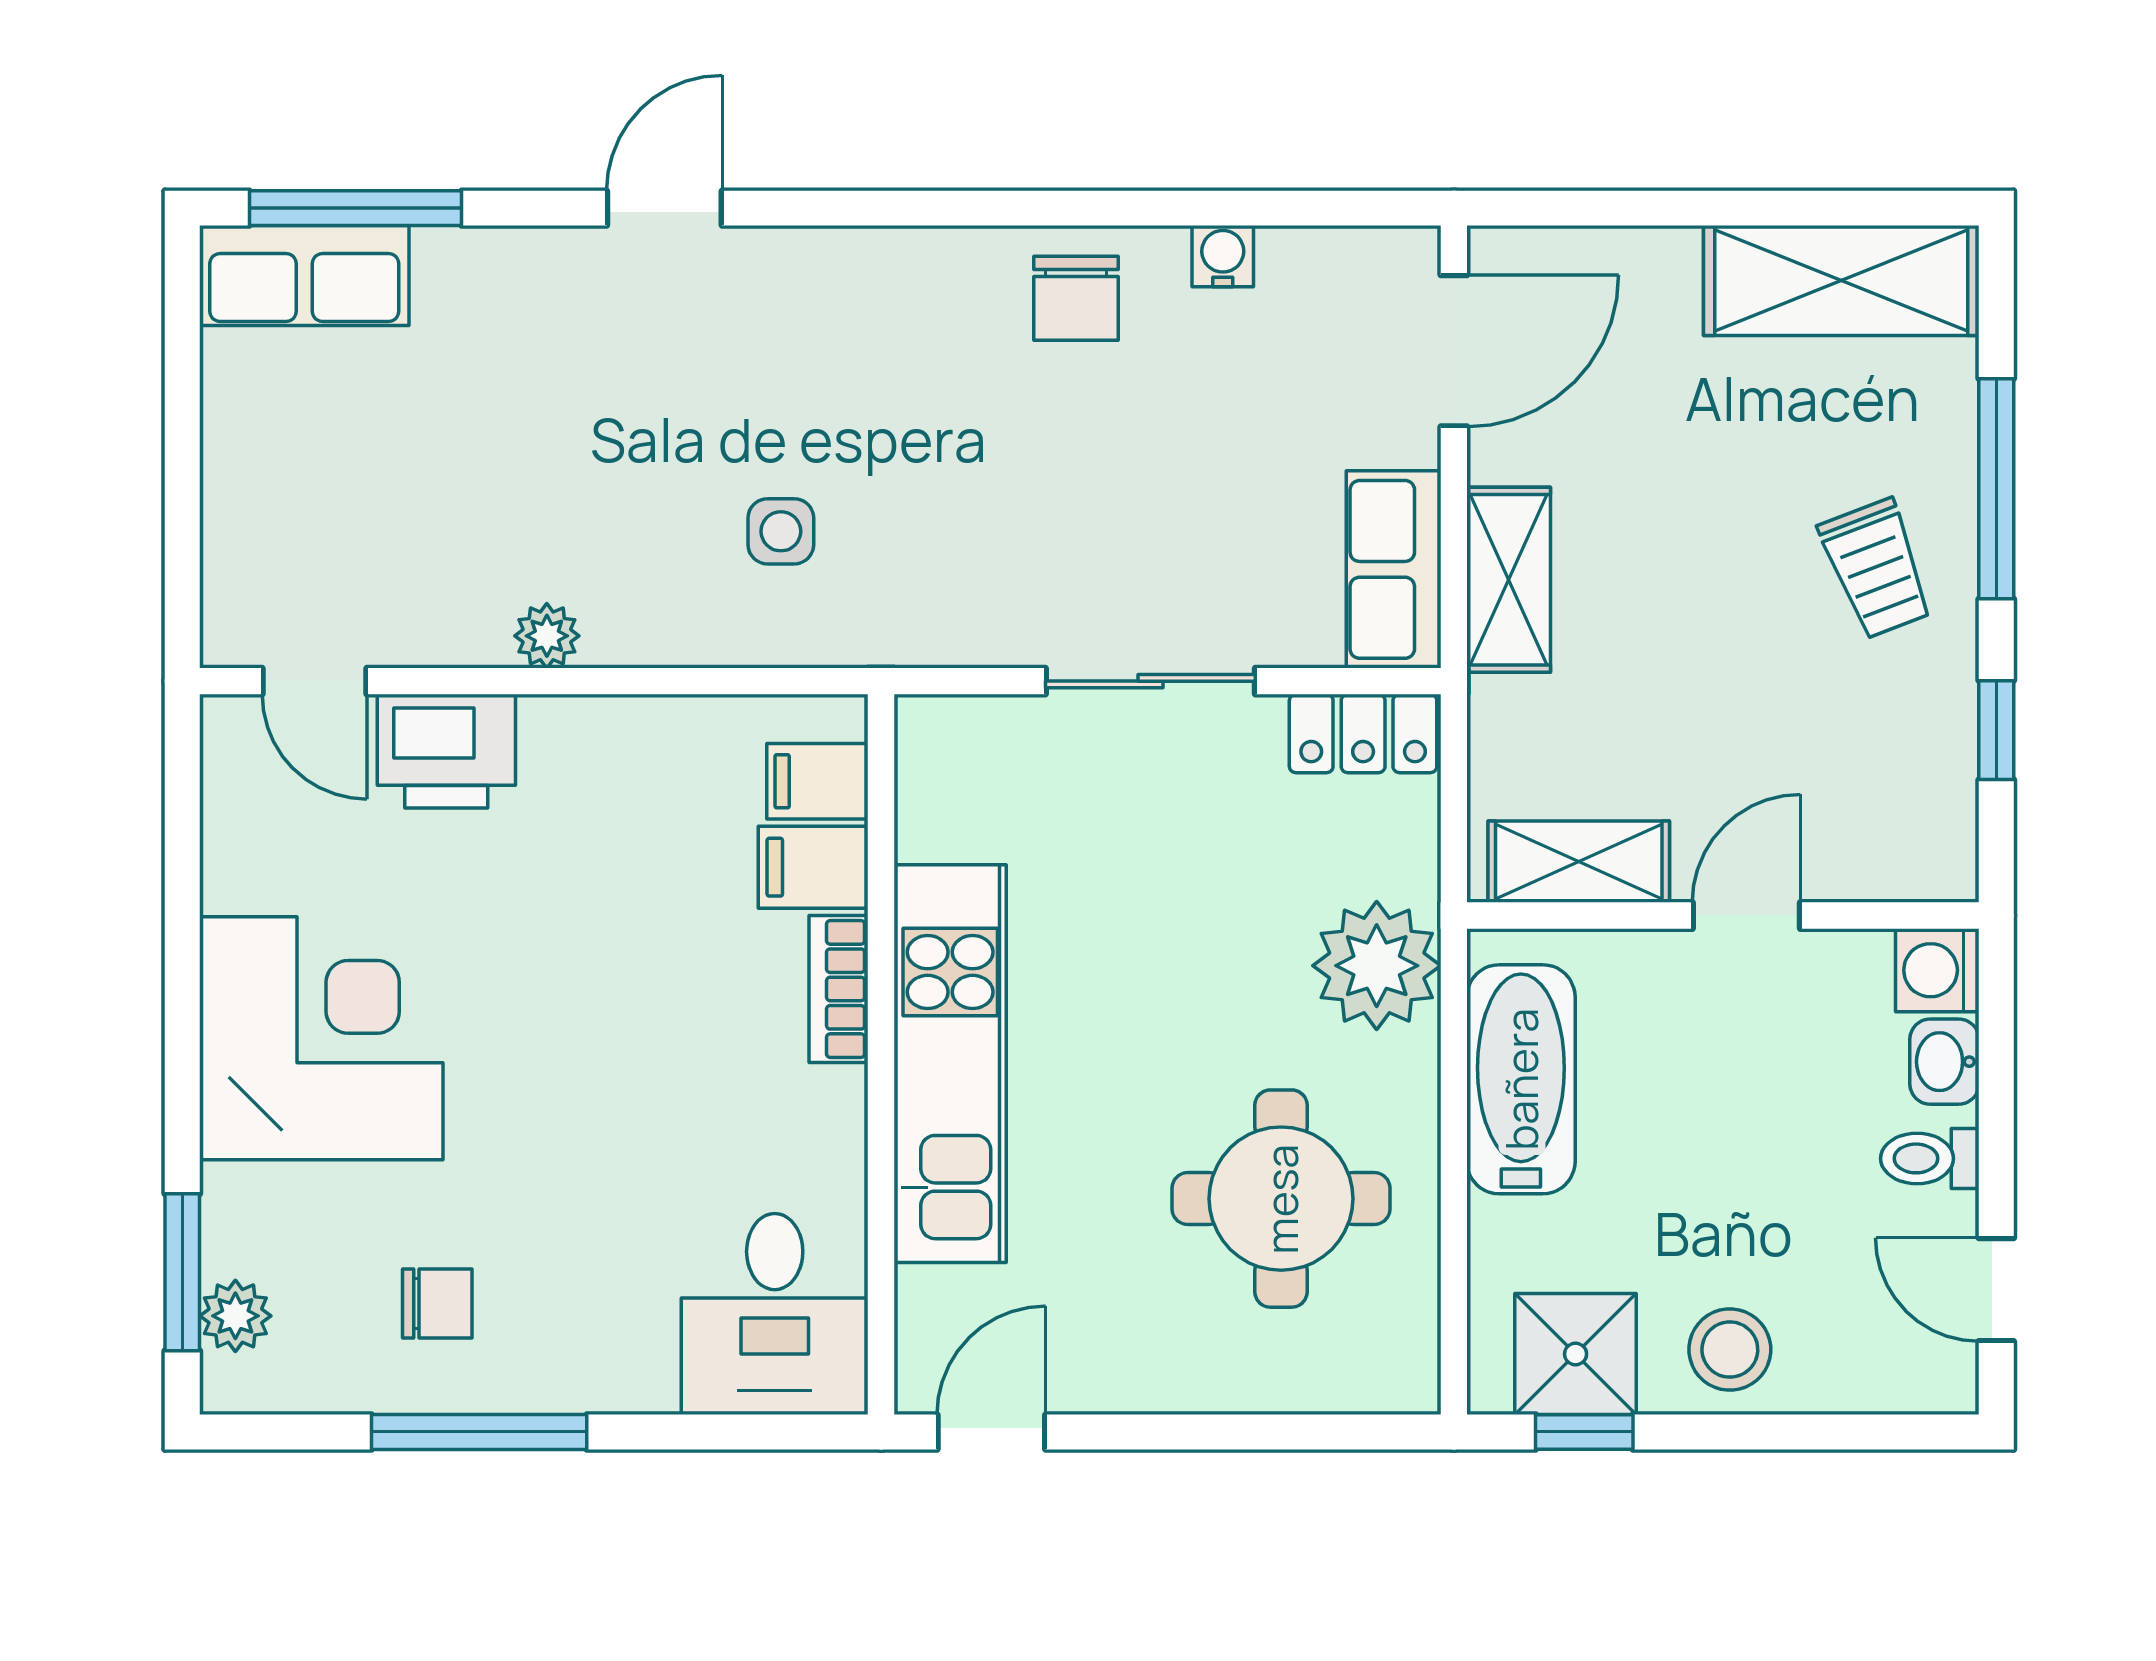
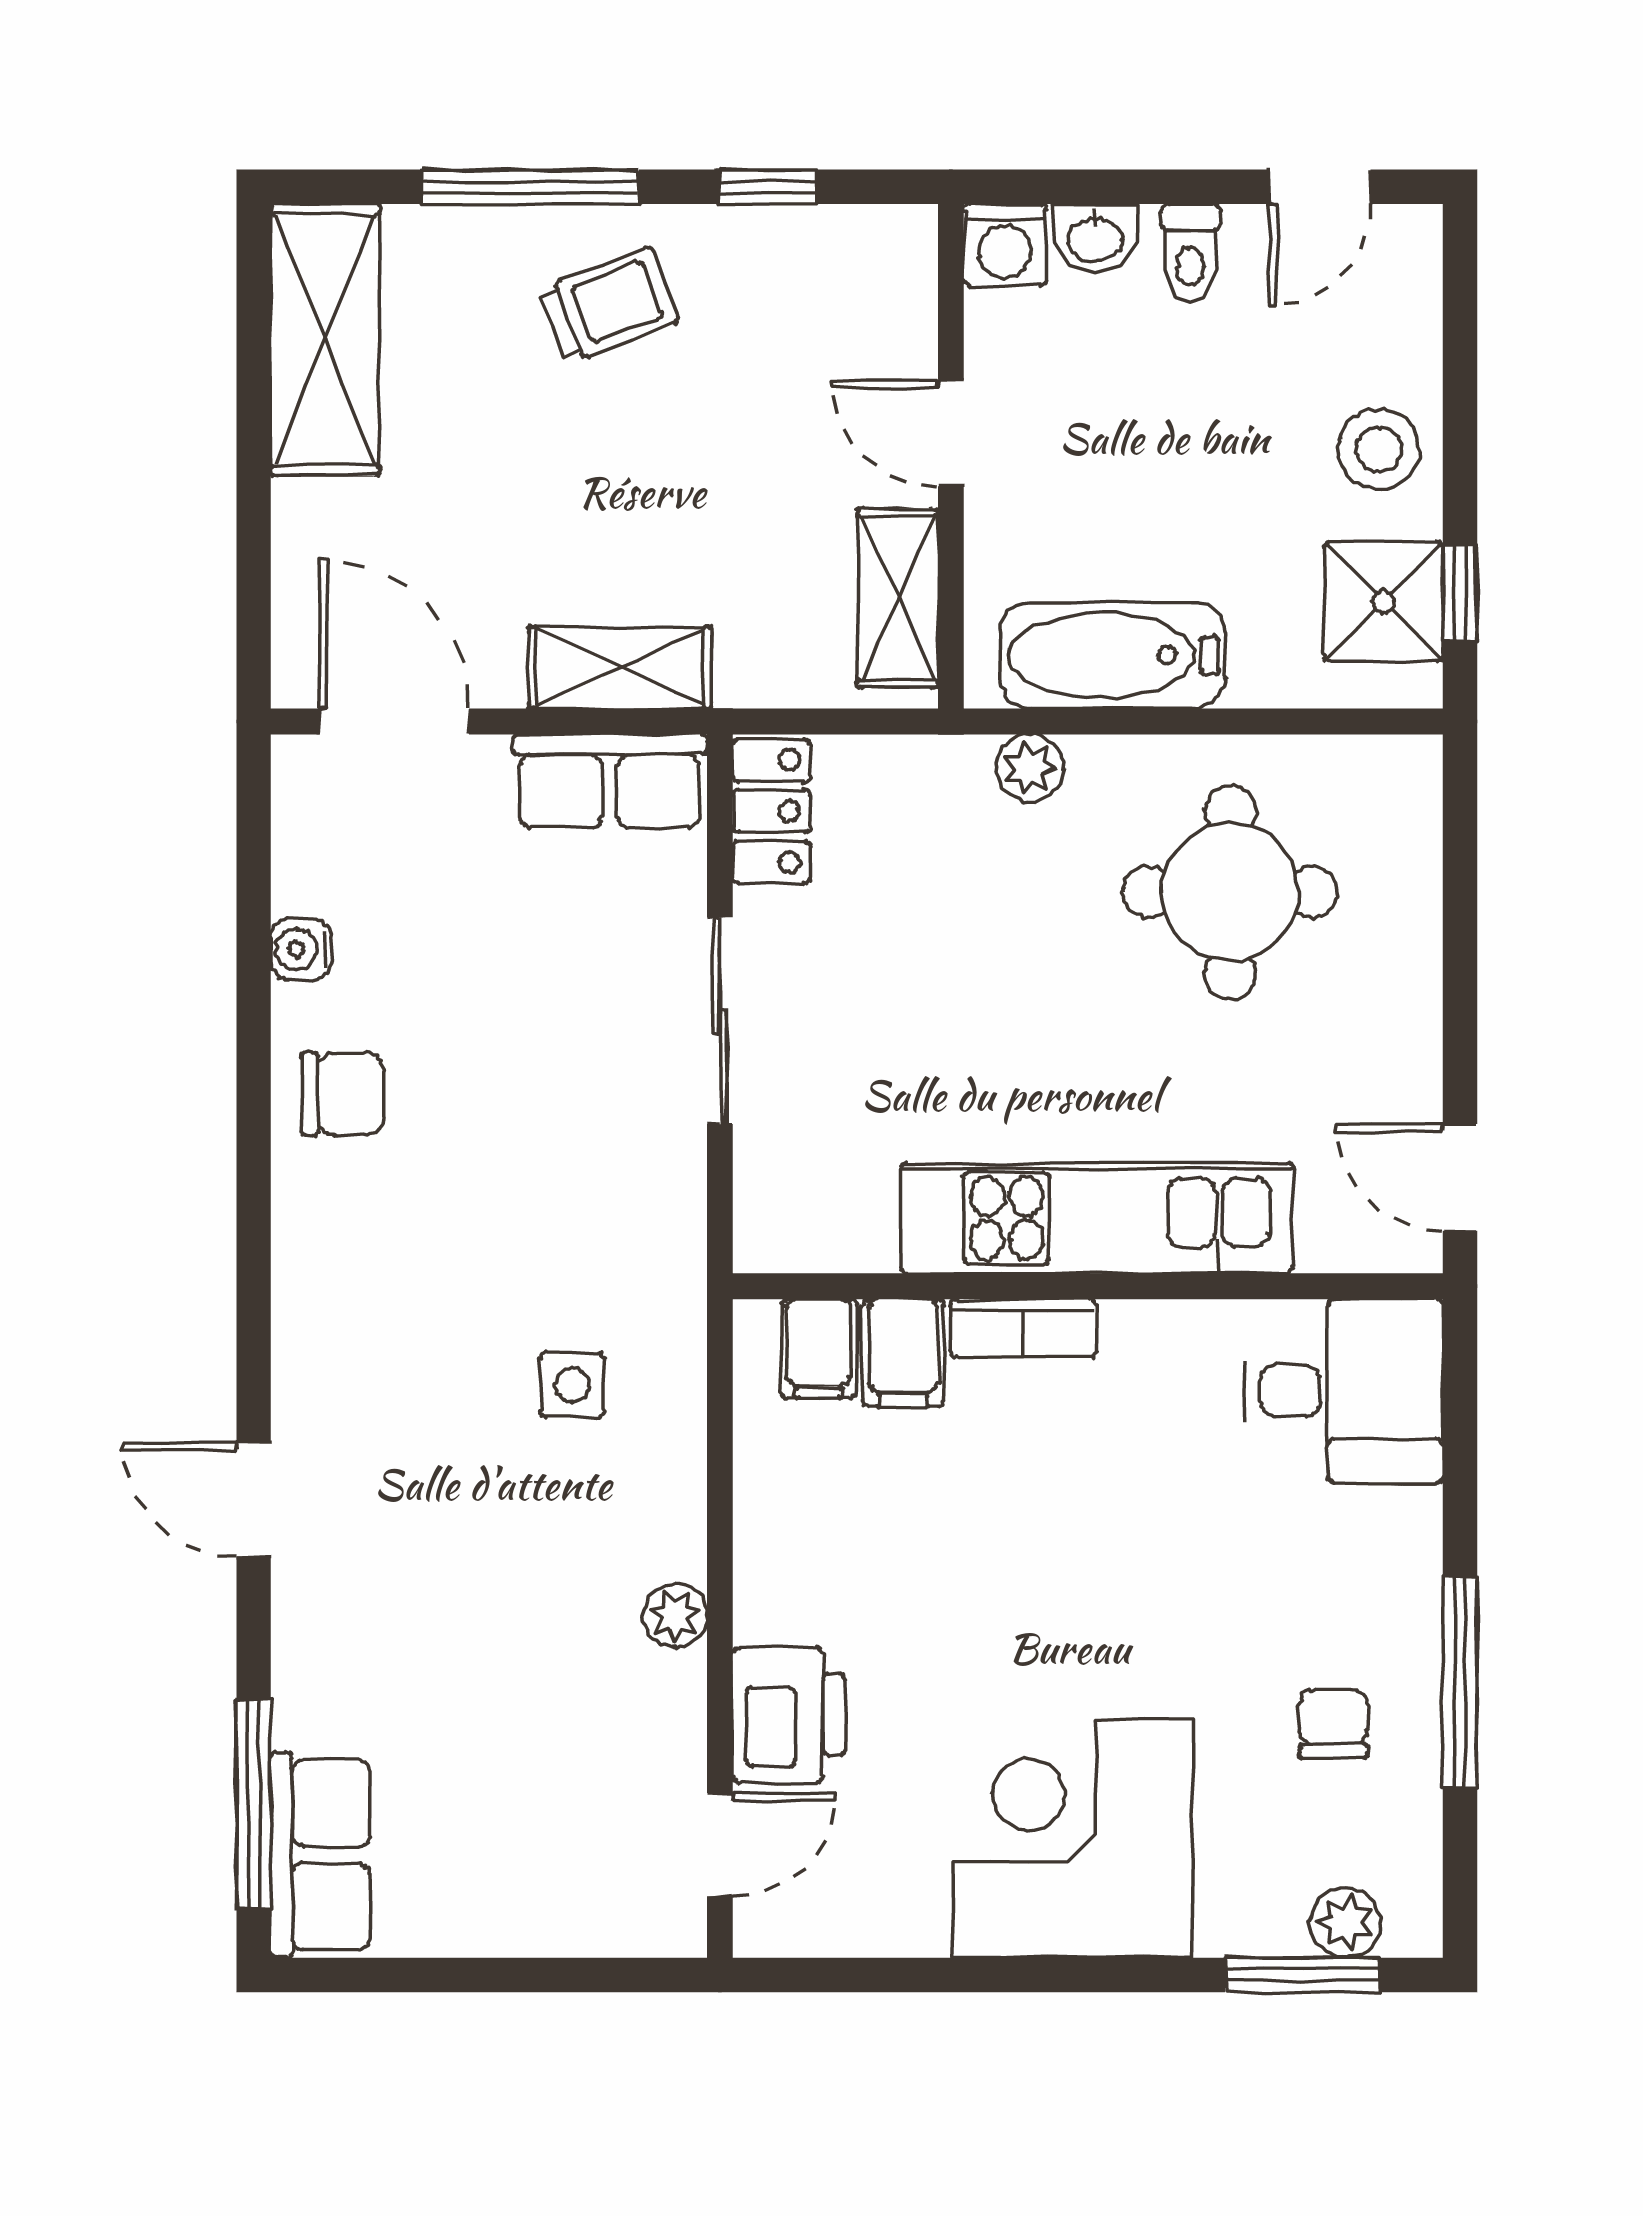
plant: (1377, 966) -> (1030, 768), width x0.53, depth x0.53

